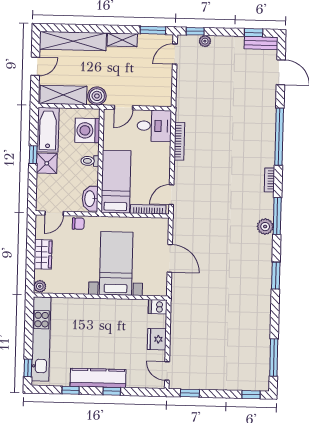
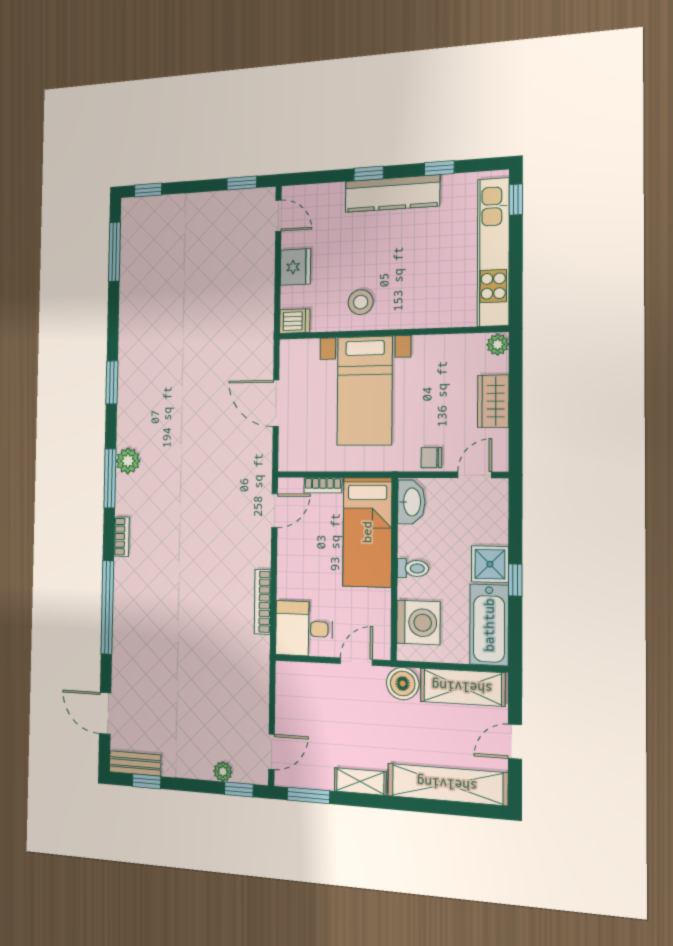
bookcase: (148, 209) -> (323, 485), width x0.64
stool: (118, 315) -> (361, 302), added

